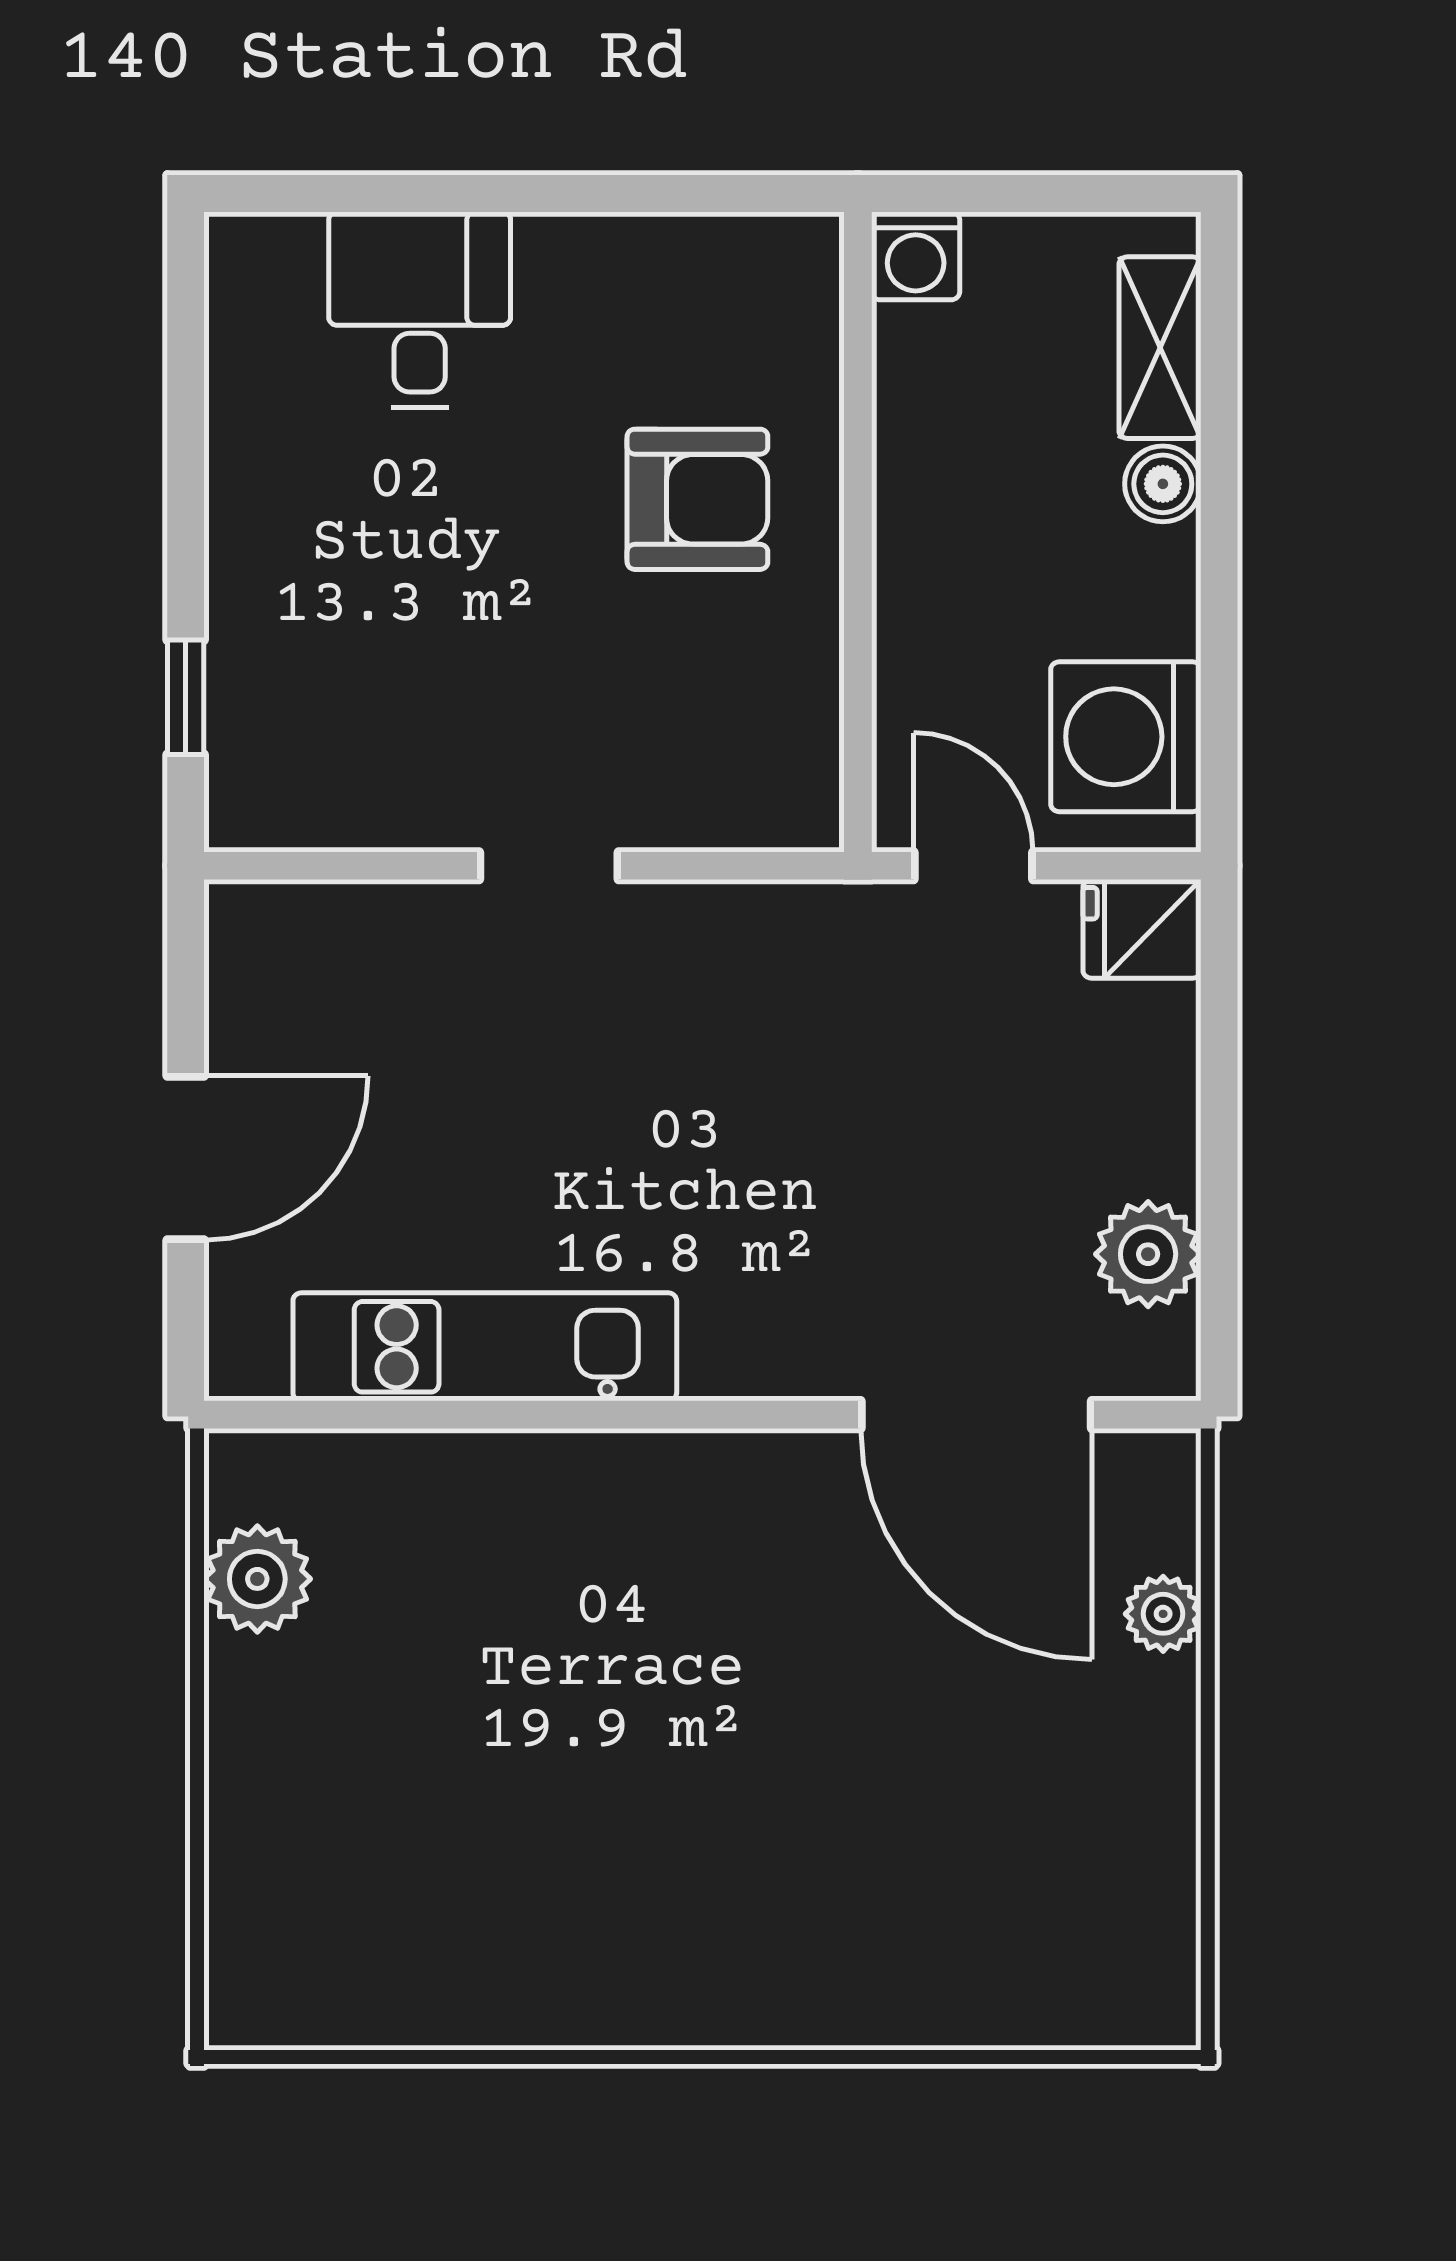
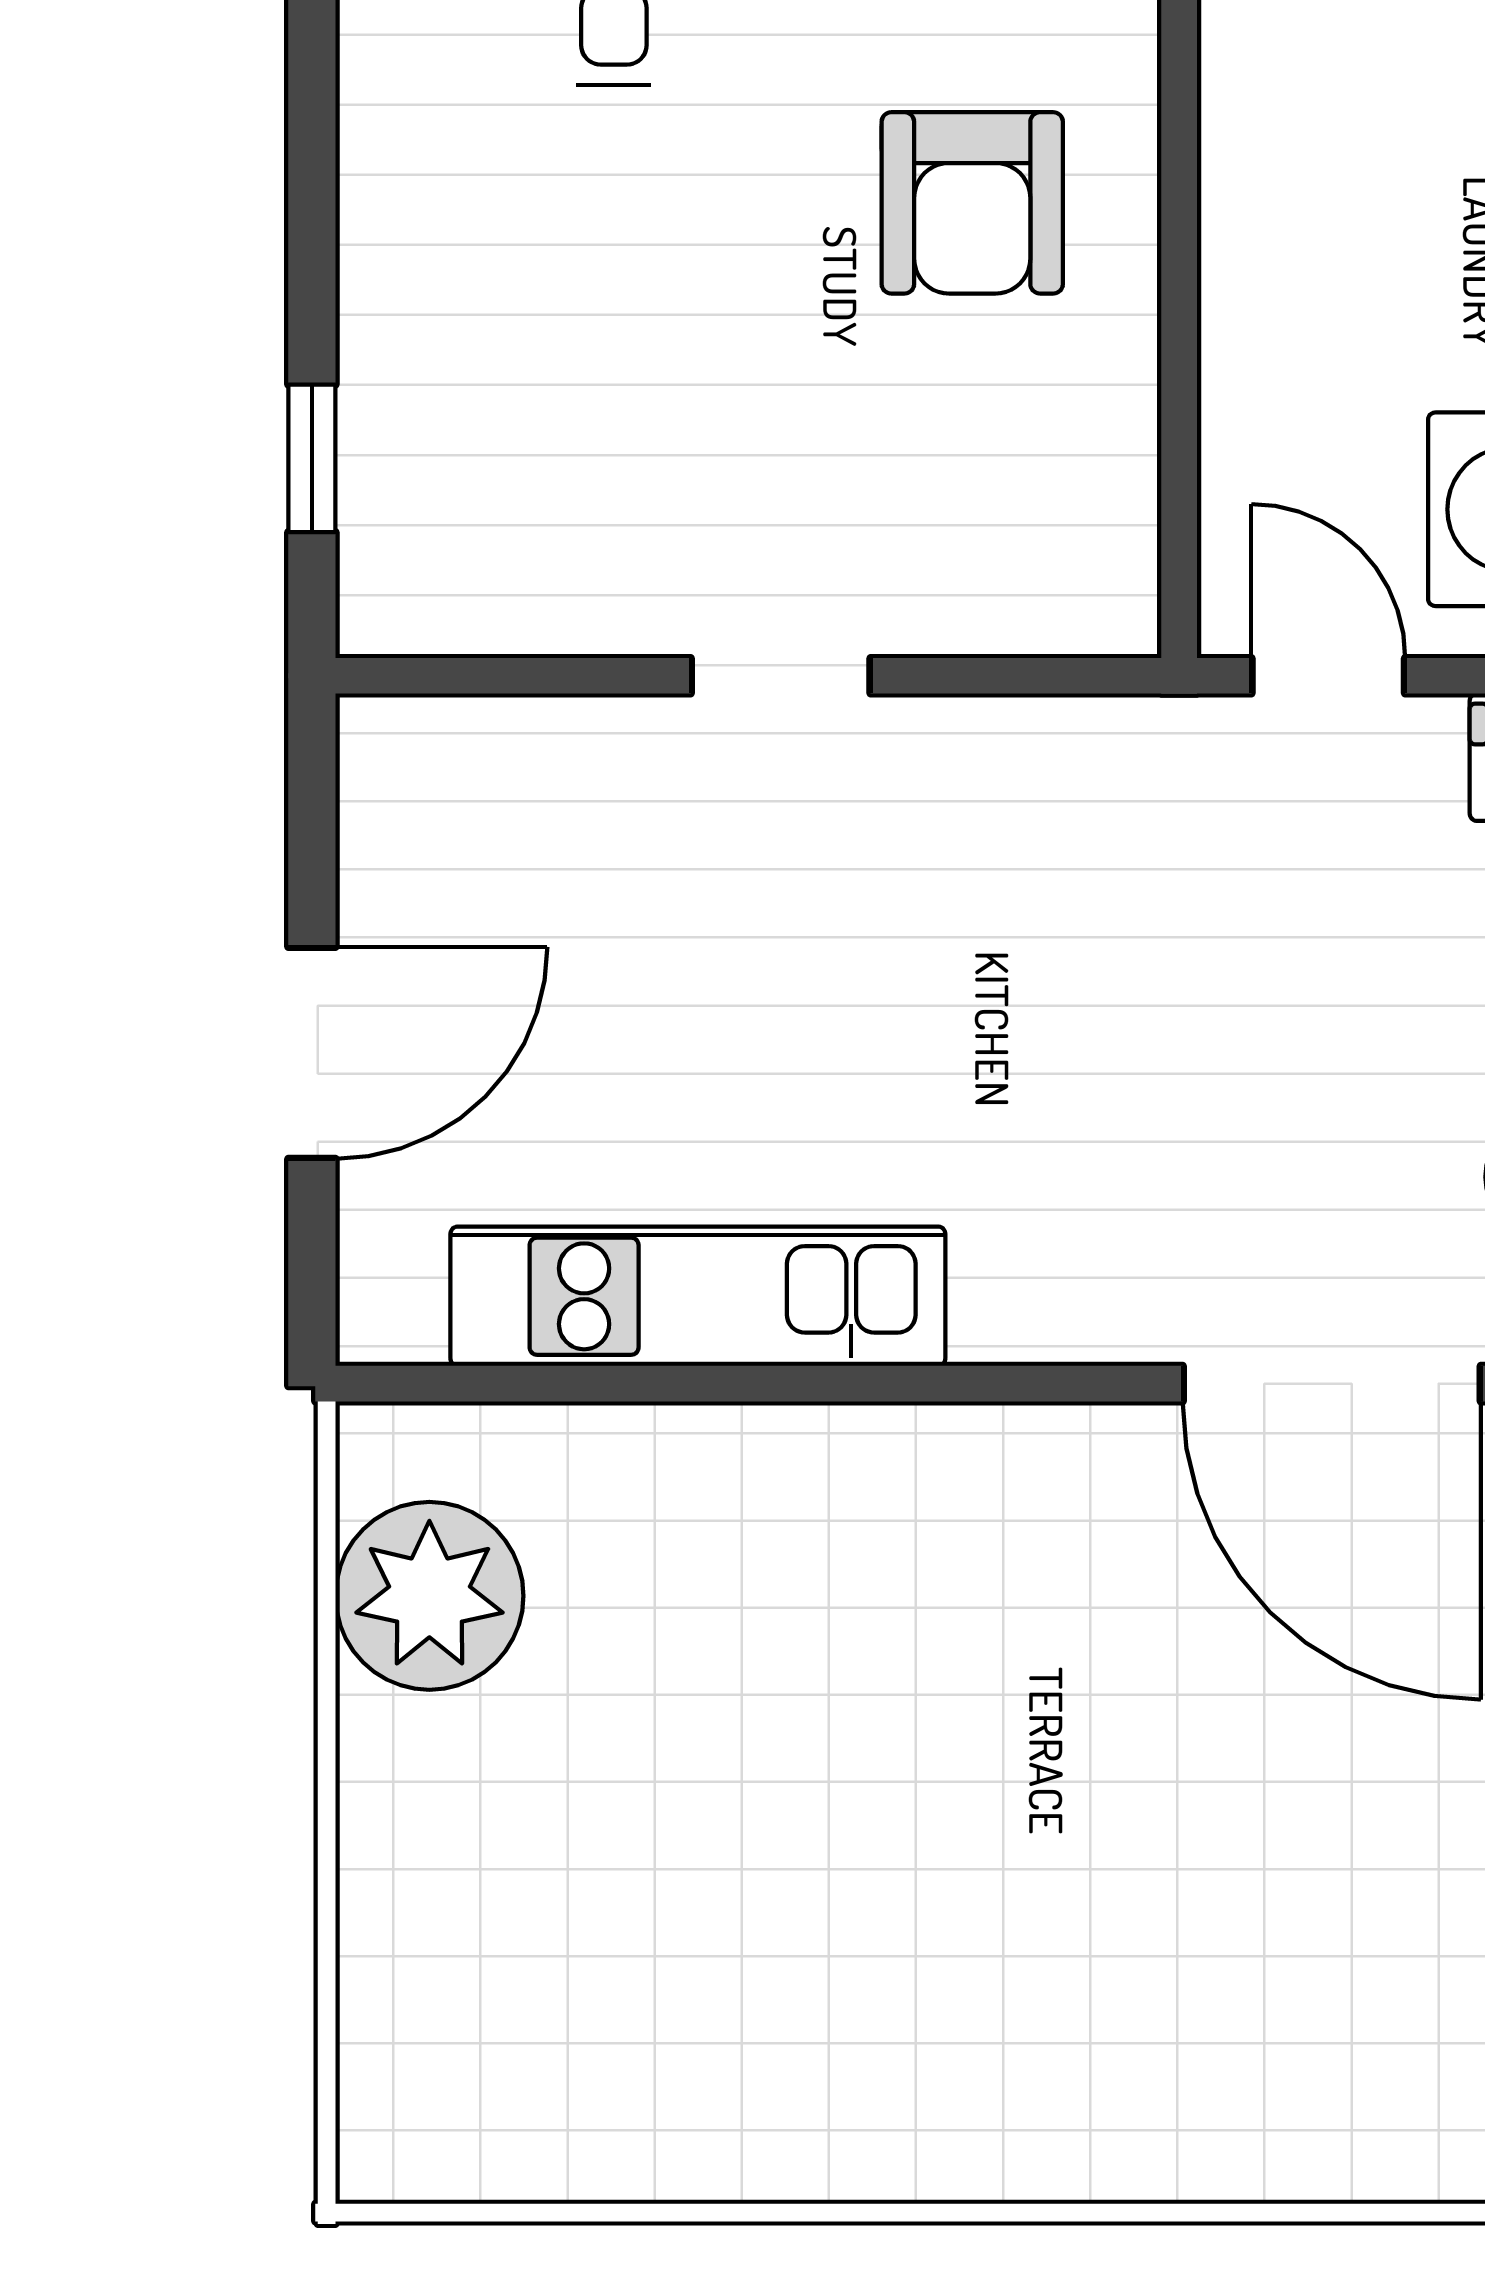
armchair: (697, 499) -> (972, 203), turned 90
plant: (257, 1579) -> (429, 1596), width x1.36, depth x1.36

